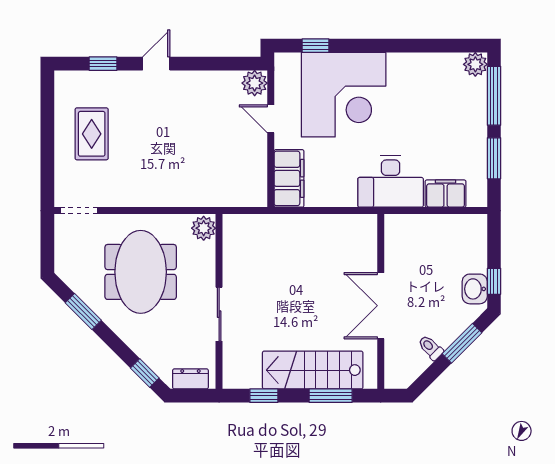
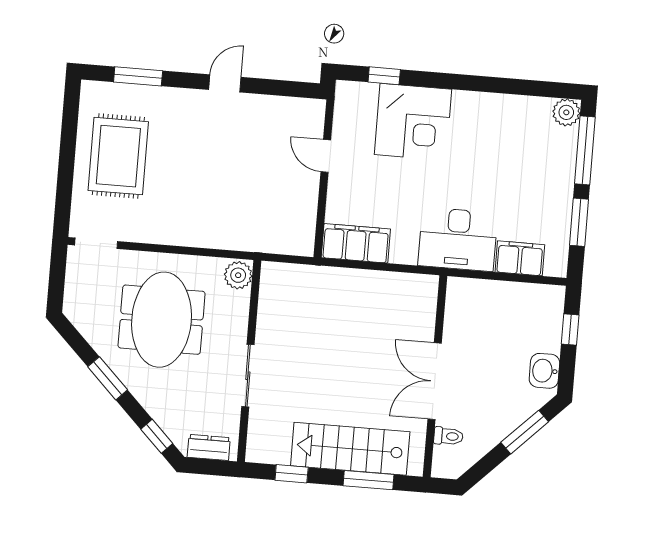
window: (103, 64) -> (138, 76), width x1.50
door: (156, 64) -> (225, 83), moved
plant: (255, 83) -> (311, 113), removed
corner desk: (344, 95) -> (413, 122), width x0.74, depth x0.74
rug: (92, 134) -> (118, 156), width x1.36, depth x1.43
filing cabinet: (289, 178) -> (356, 243), moved, turned -90
window: (494, 281) -> (570, 329), moved
window: (83, 311) -> (108, 378), moved
toilet: (431, 348) -> (448, 436), moved, turned 135

